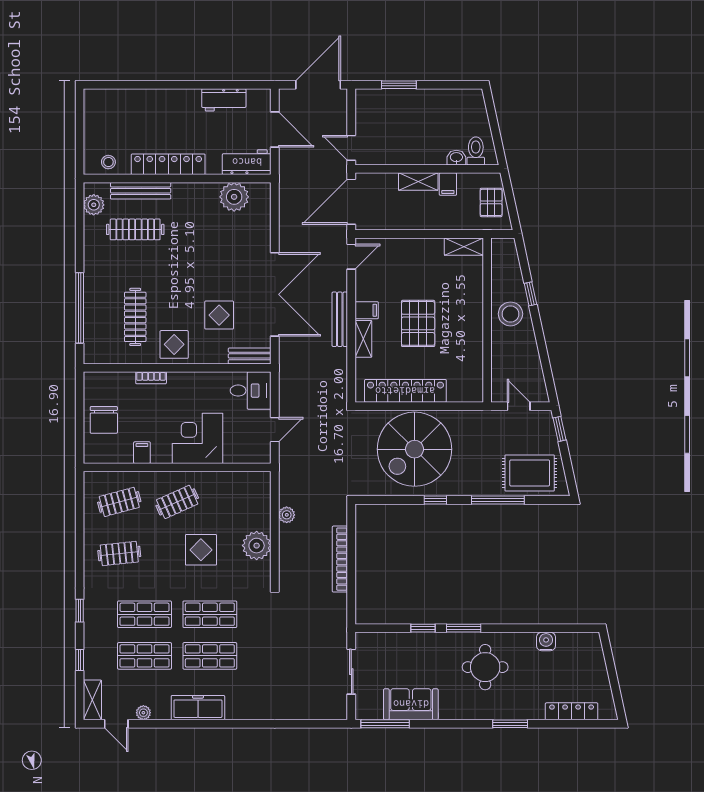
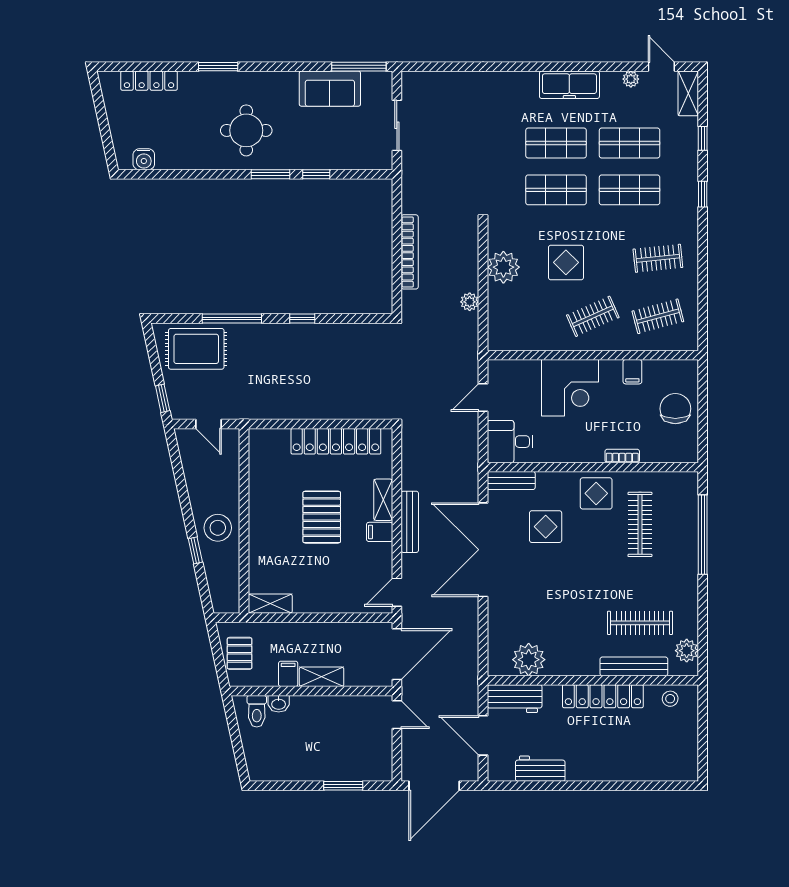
spiral stairs: (415, 449) -> (326, 376), removed
water cooler: (546, 641) -> (144, 159), moved

